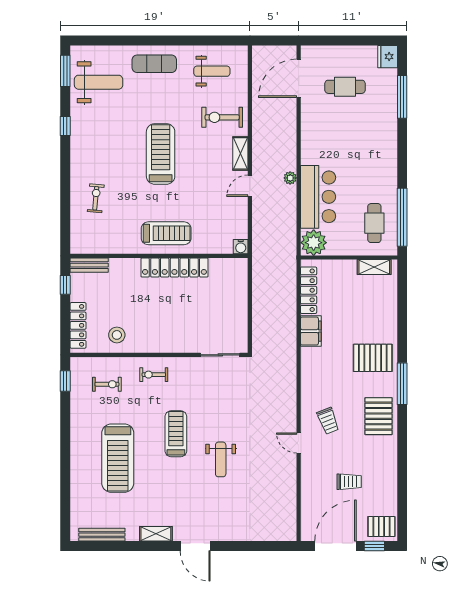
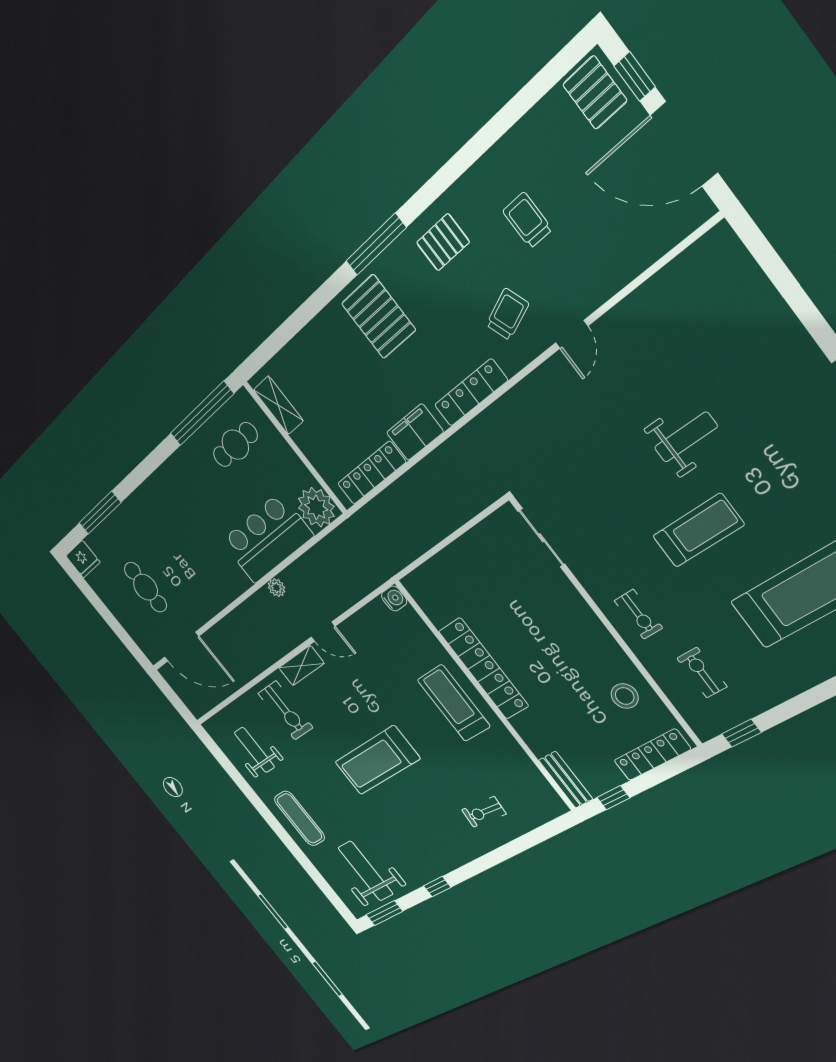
locker: (308, 375) -> (471, 393), added
pallet: (379, 416) -> (443, 242), width x0.67, depth x0.71
treadmill: (176, 434) -> (698, 530), turned 180
trolley: (349, 482) -> (527, 220), moved

